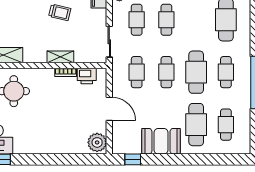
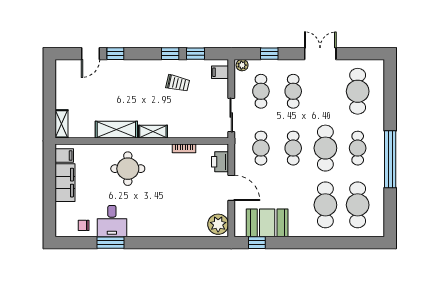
shelving: (60, 57) -> (153, 132), moved
printer: (87, 76) -> (220, 162), moved, turned 90
cafe table: (226, 125) -> (358, 205), width x1.37, depth x1.35
booth: (161, 141) -> (267, 223), moved

